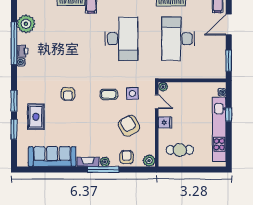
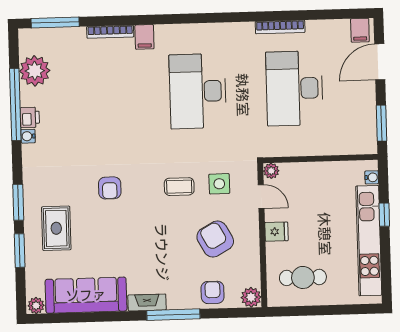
desk: (121, 39) -> (198, 91), turned 180
plant: (105, 162) -> (36, 306), moved

